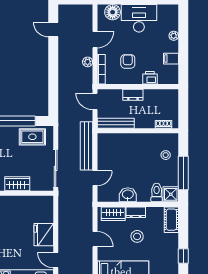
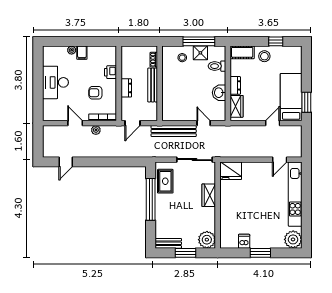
floor lamp: (113, 12) -> (50, 107), removed
filing cabinet: (171, 59) -> (82, 53), moved
bench: (116, 123) -> (153, 85), moved
shower: (171, 194) -> (200, 53), moved
fridge: (44, 235) -> (231, 171), moved
stool: (137, 236) -> (264, 56), moved
door: (95, 239) -> (273, 123), moved

